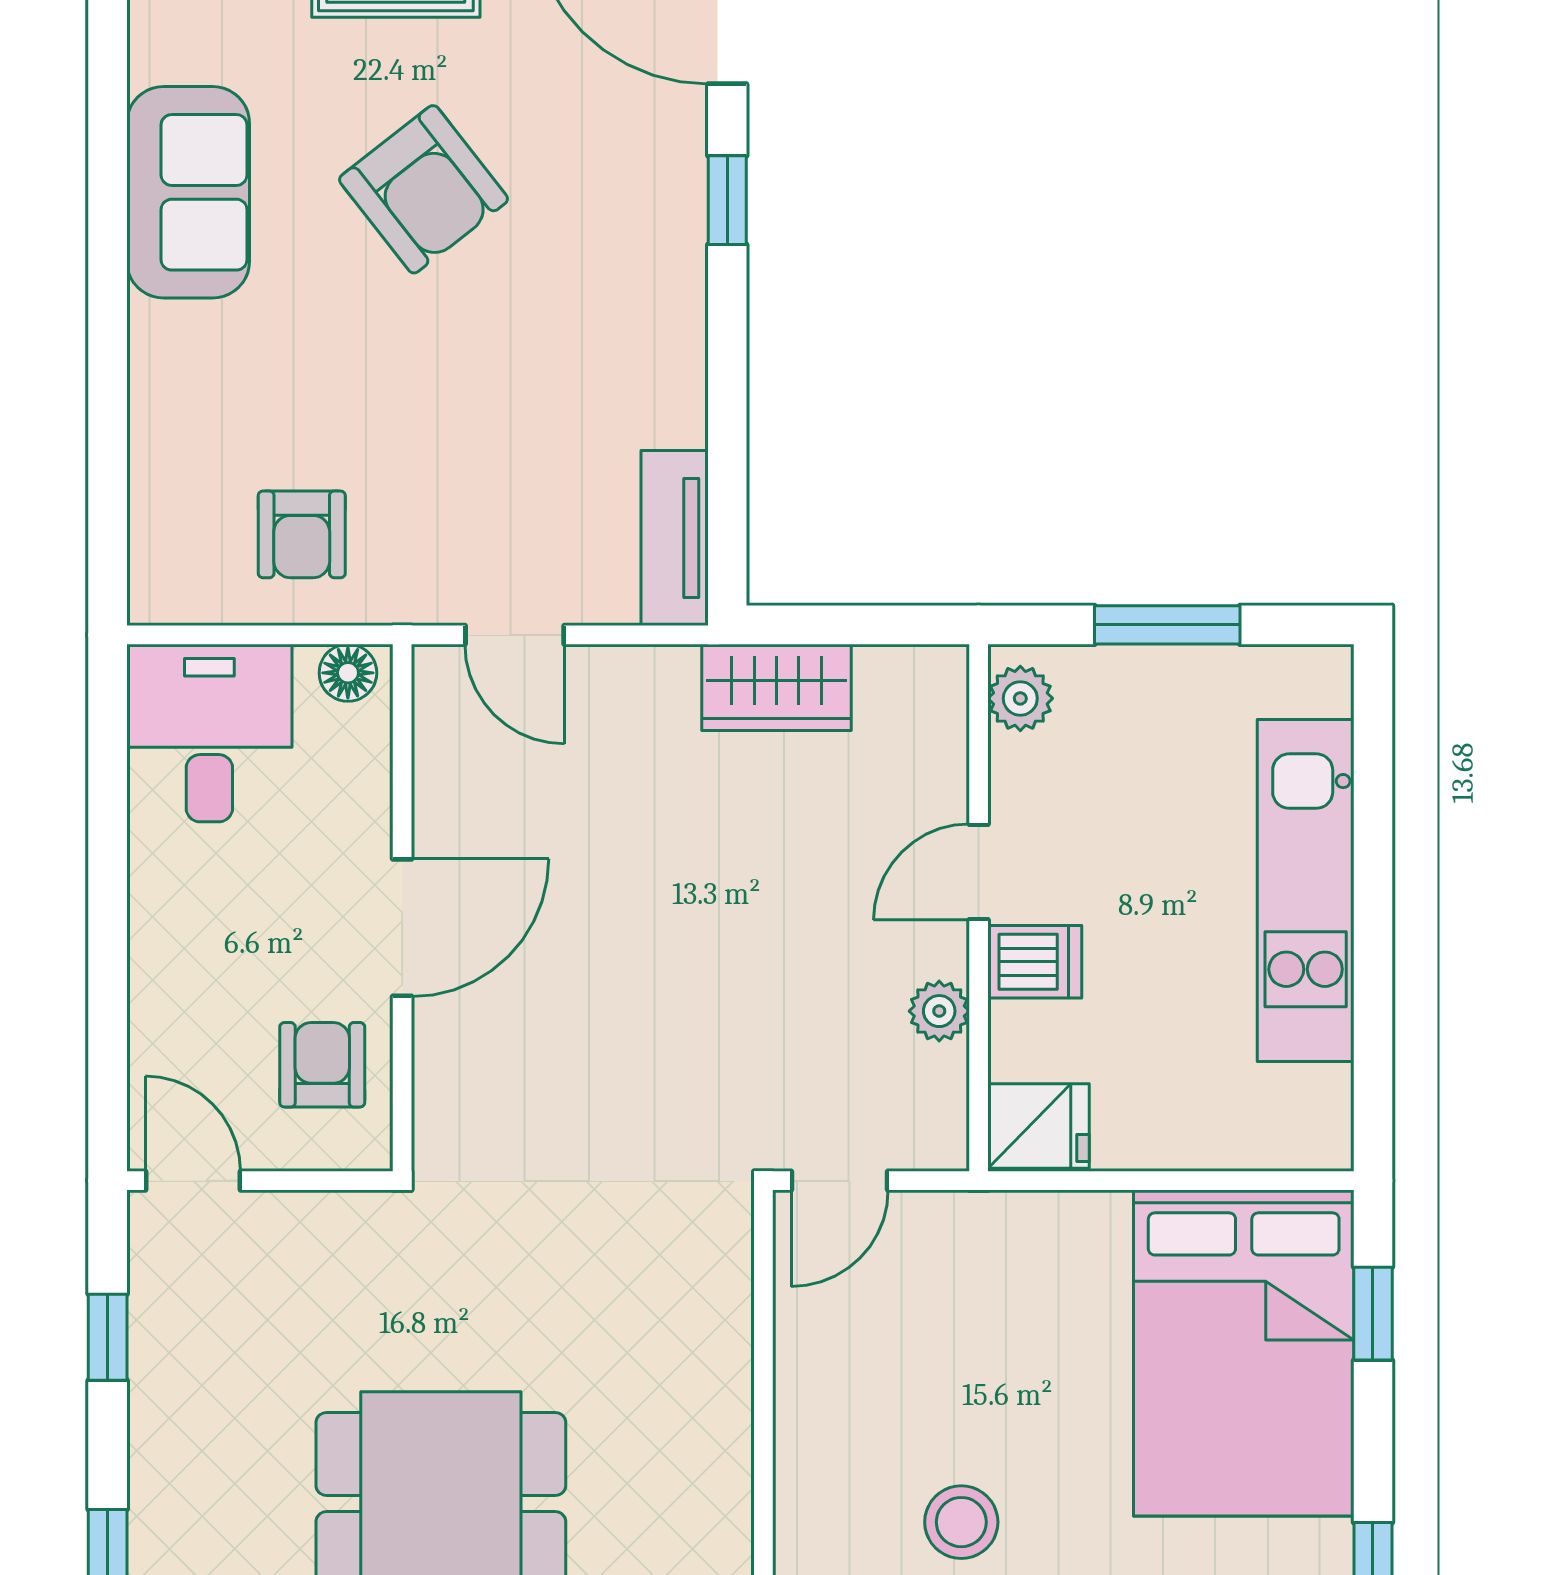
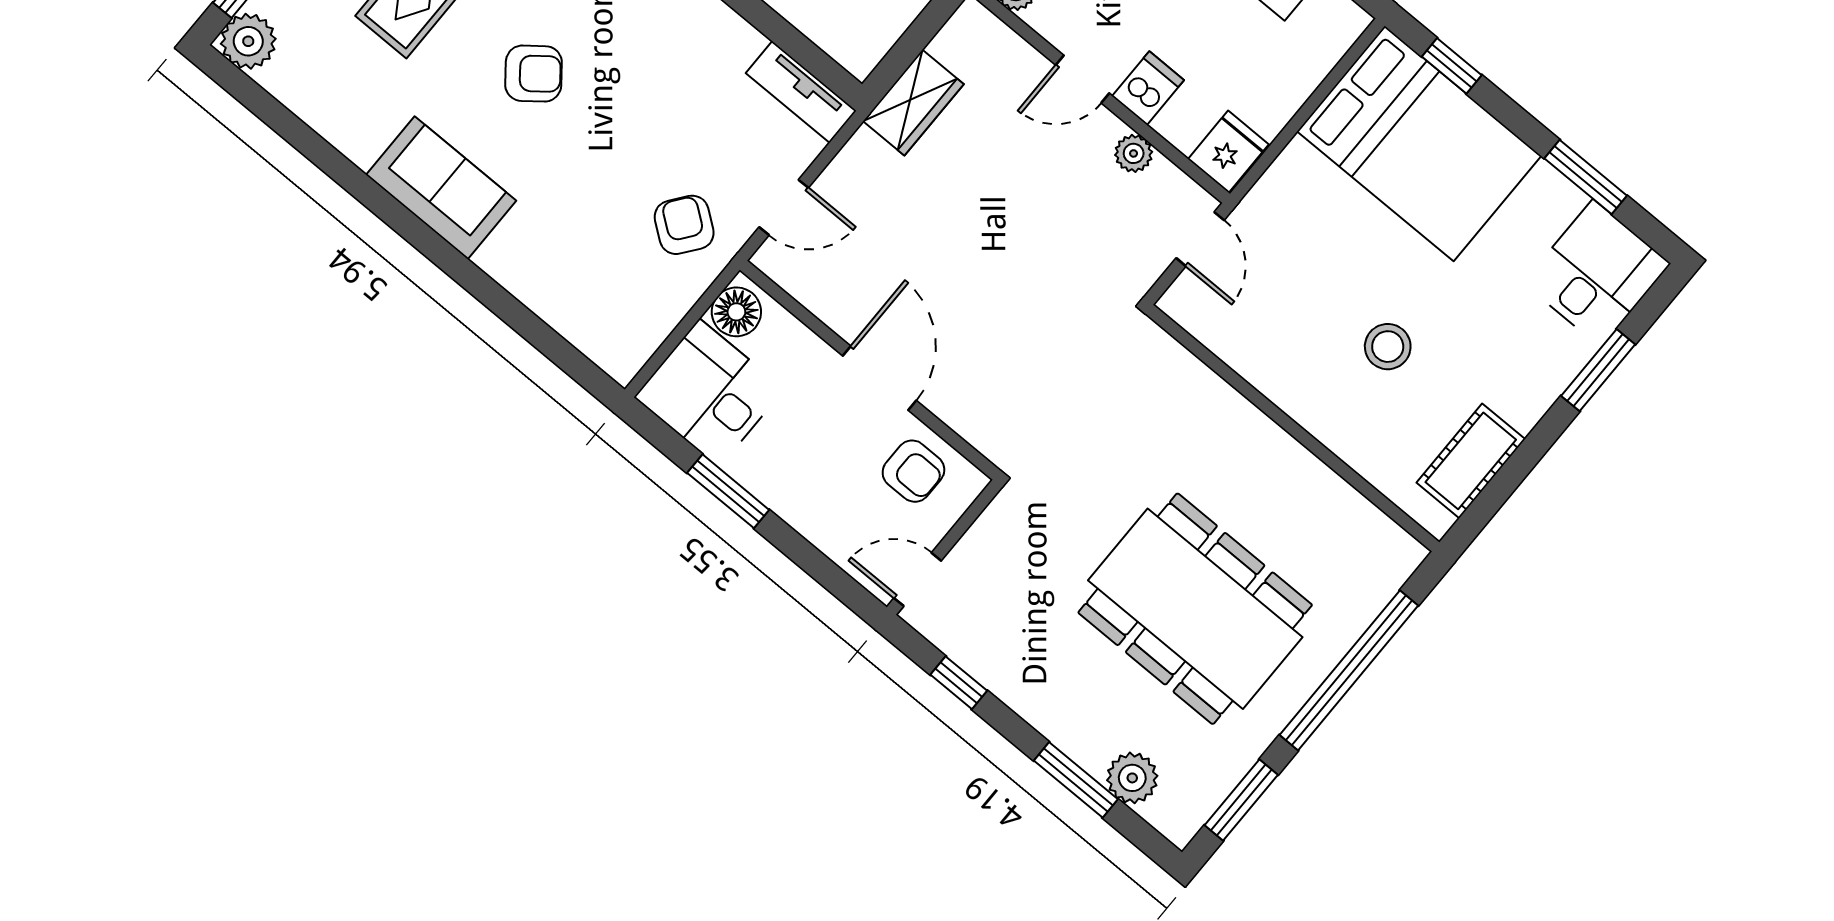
armchair: (424, 189) -> (534, 74), width x0.72, depth x0.72
armchair: (302, 534) -> (684, 225), moved, turned -143
floor lamp: (348, 673) -> (736, 312), width x1.37, depth x1.37
window: (108, 857) -> (728, 491), added
door: (979, 872) -> (1083, 79), hinge flipped
armchair: (322, 1065) -> (913, 471), turned 180
door: (840, 1181) -> (1200, 239), moved

